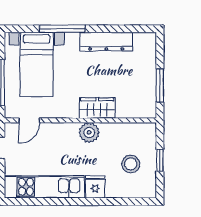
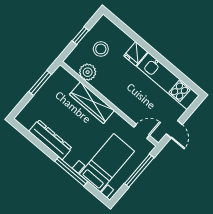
wardrobe: (97, 108) -> (92, 103), width x1.50
plant: (89, 133) -> (88, 72), moved

